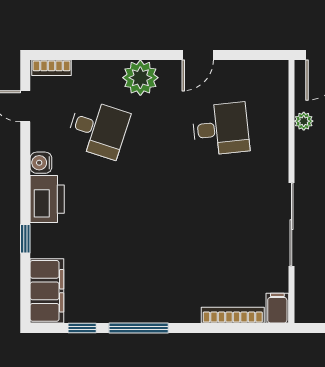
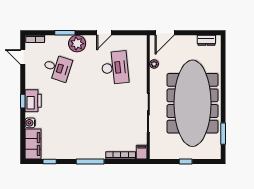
window: (114, 55) -> (65, 33), added
desk: (221, 129) -> (115, 68), width x1.37
water cooler: (41, 163) -> (30, 123), moved
window: (25, 239) -> (23, 101), moved
window: (139, 328) -> (90, 162), moved

